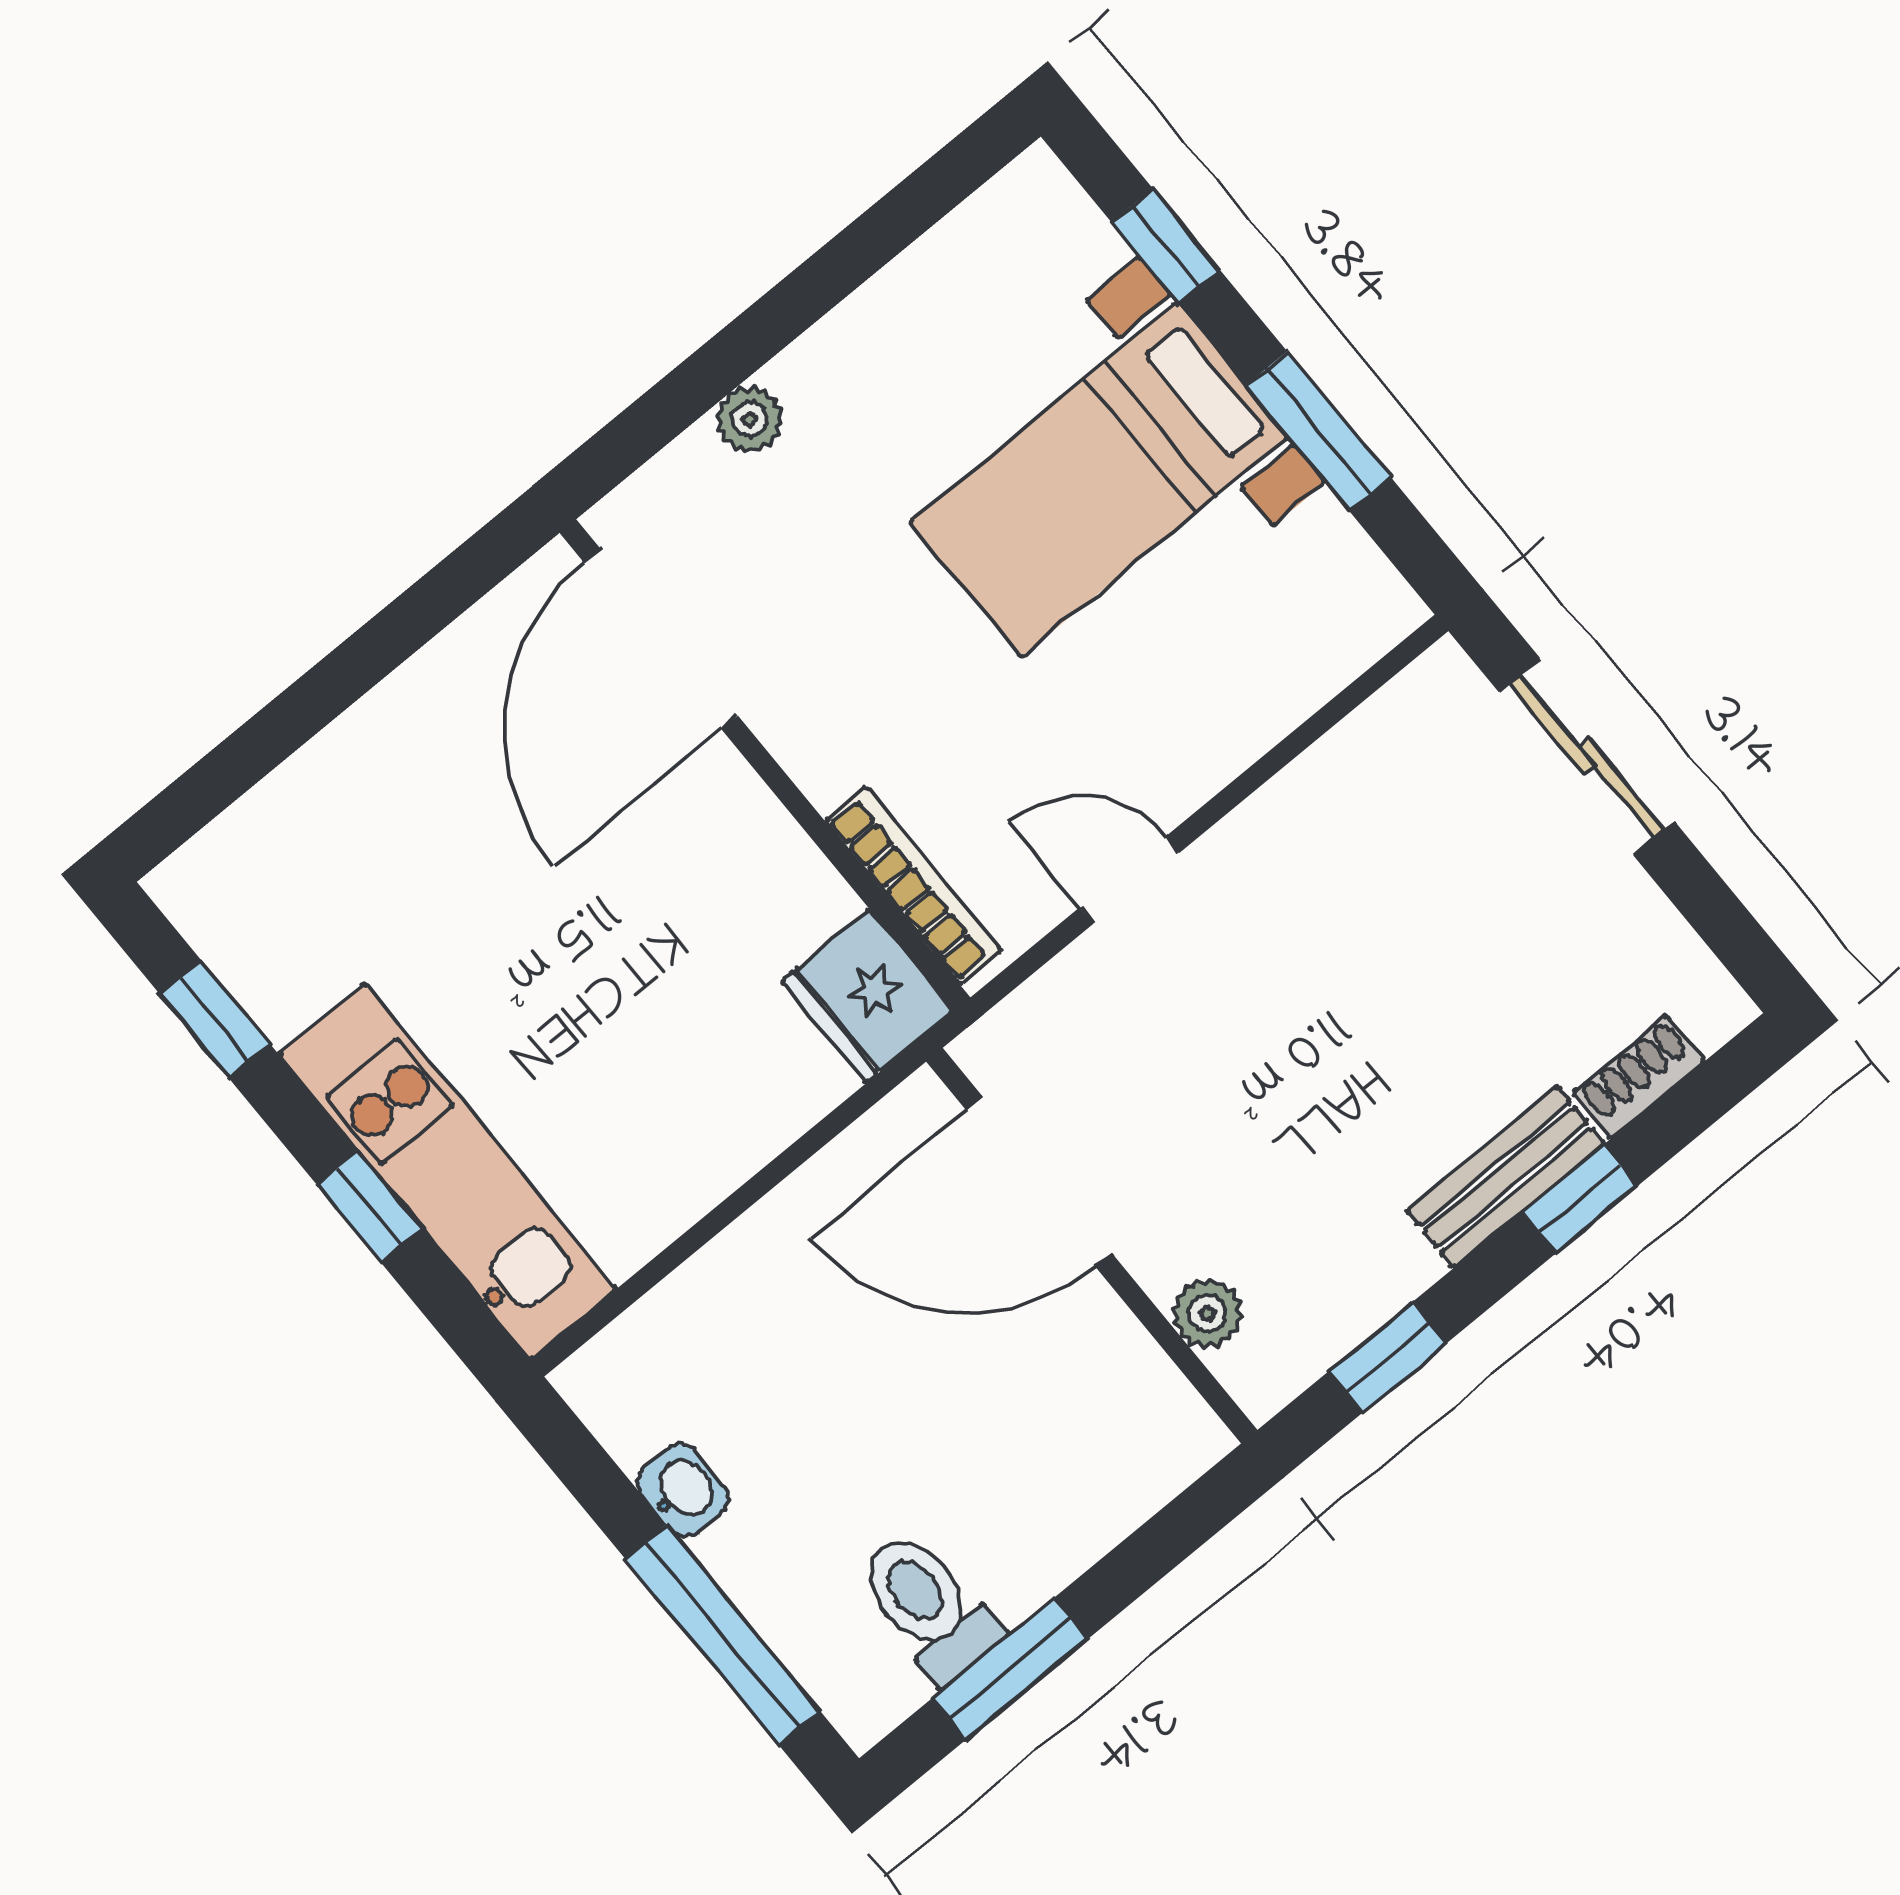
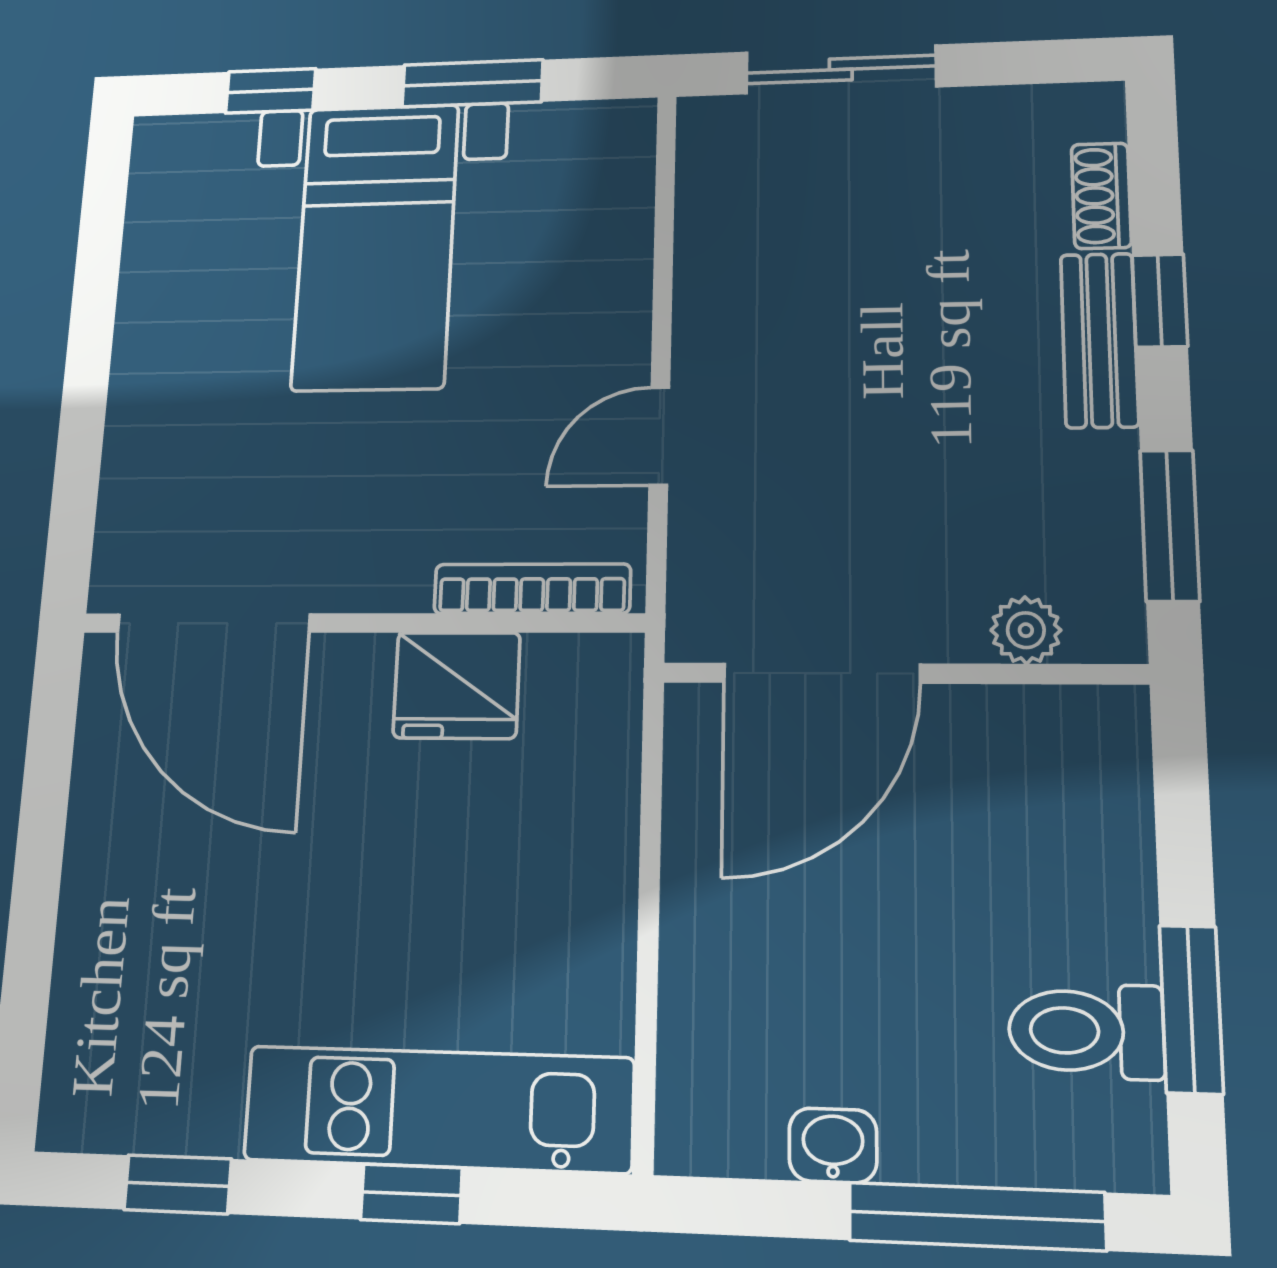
plant: (750, 419) -> (131, 443), removed
fridge: (868, 996) -> (457, 685), moved
window: (1388, 1357) -> (1170, 525), width x1.50

